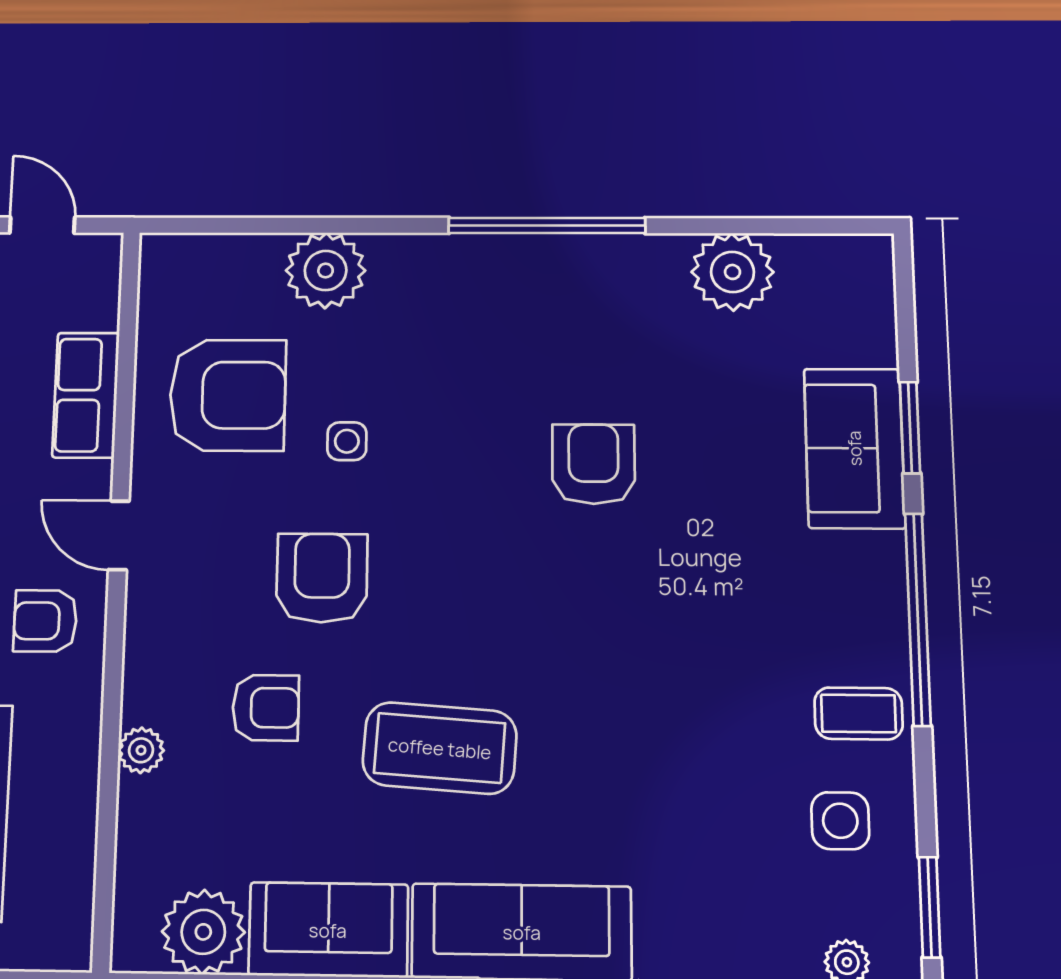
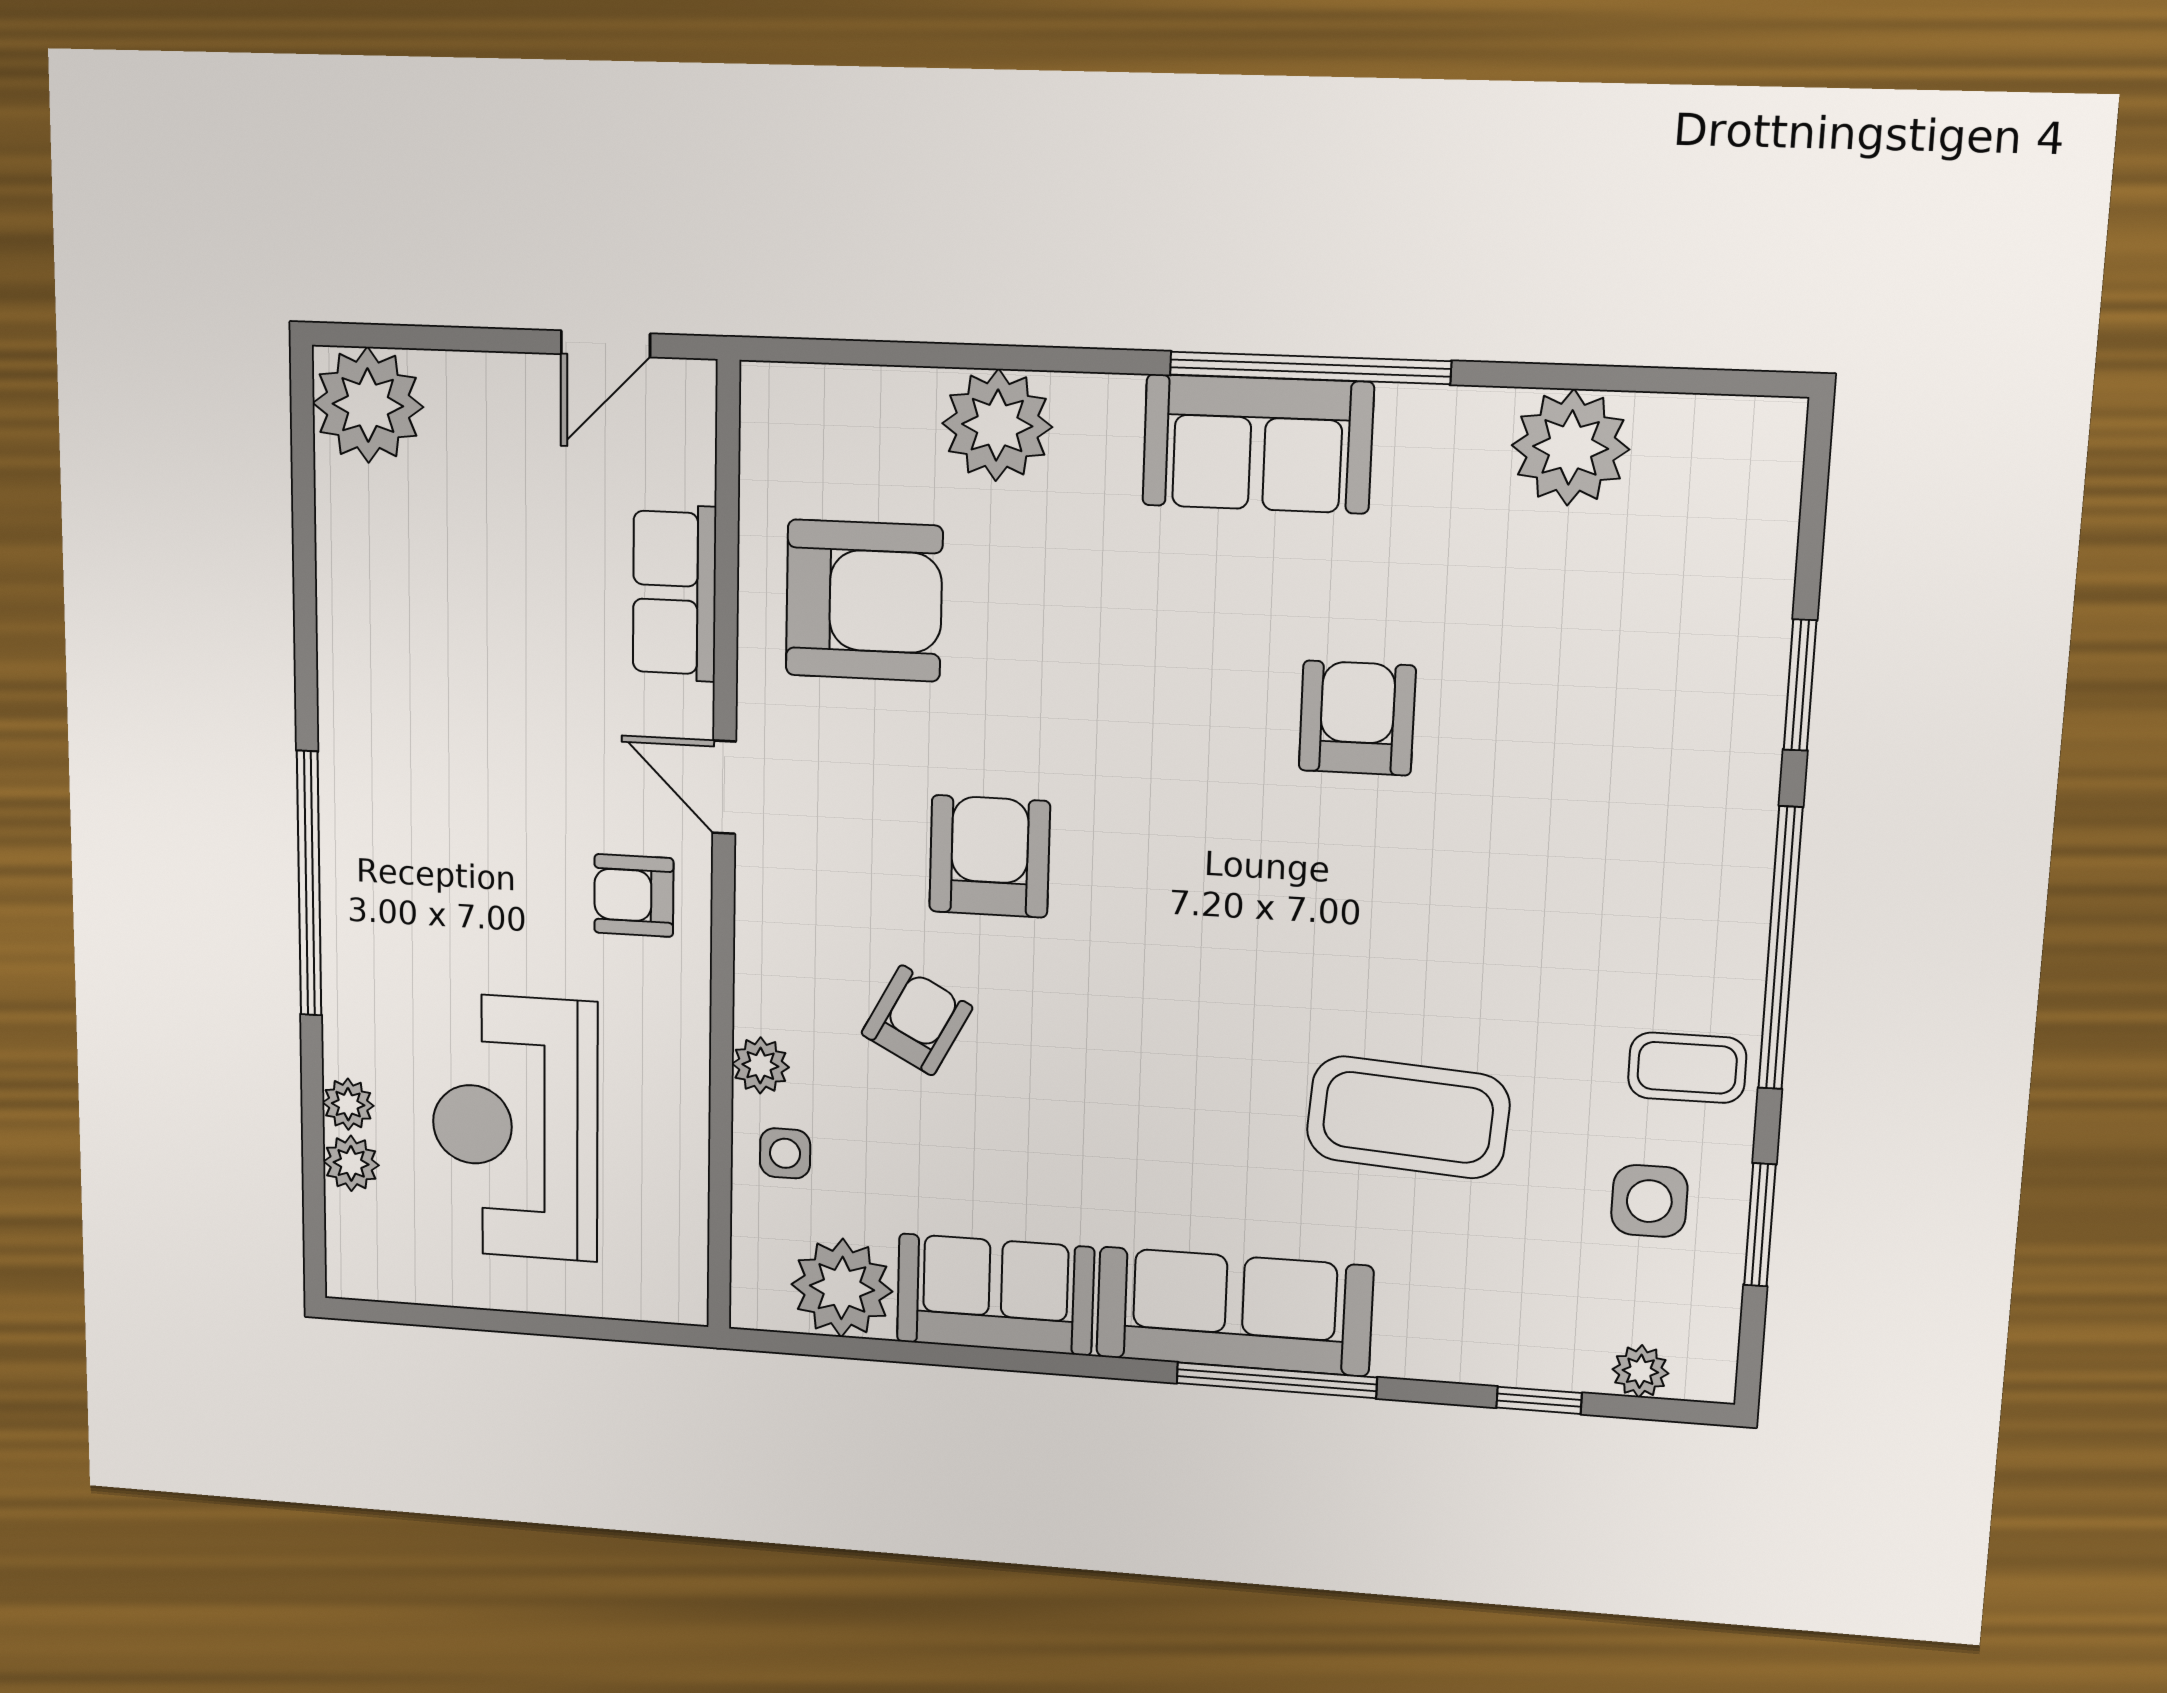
door: (42, 225) -> (606, 344), swing flipped
side table: (347, 441) -> (785, 1153), moved
sofa: (854, 448) -> (1258, 444), moved, turned -90
armchair: (266, 708) -> (917, 1020), turned -62
coffee table: (440, 748) -> (1408, 1117), moved
window: (930, 907) -> (1760, 1225), moved

